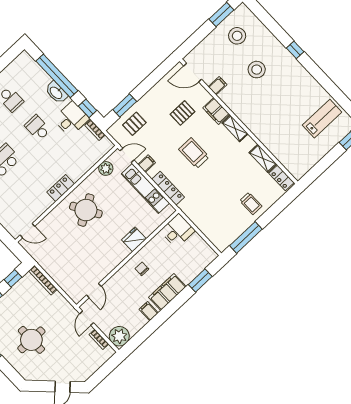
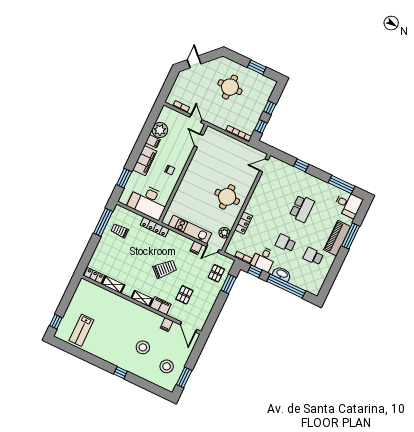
door: (193, 73) -> (188, 327), swing flipped
school desk: (38, 128) -> (286, 243), turned 180
trolley: (194, 153) -> (165, 269), turned -47
locker: (61, 188) -> (244, 223), moved
locker: (168, 188) -> (155, 227), moved
trolley: (251, 203) -> (120, 231), moved
round table: (86, 210) -> (227, 197), turned 30
desk: (177, 231) -> (148, 201), width x1.87, depth x1.30
fridge: (134, 239) -> (184, 189), removed
plant: (119, 336) -> (160, 130), moved

